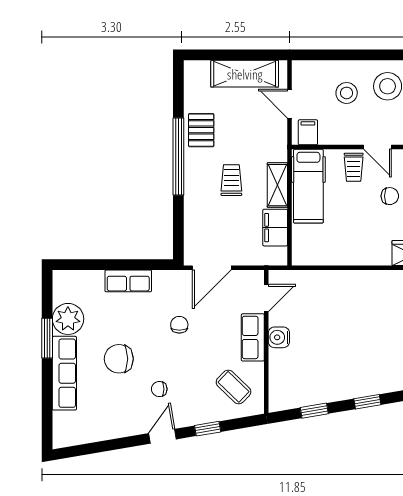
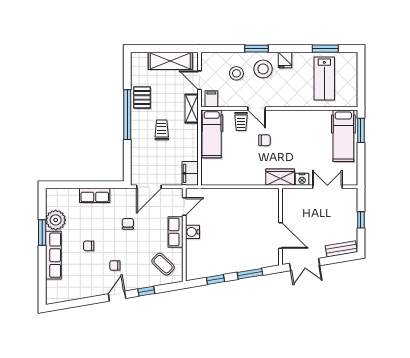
window: (378, 55) -> (257, 49), added
shelving: (277, 185) -> (192, 109), moved
filing cabinet: (275, 228) -> (190, 173), moved
chair: (119, 359) -> (89, 246), width x0.54, depth x0.54
window: (367, 402) -> (250, 274), width x1.50

